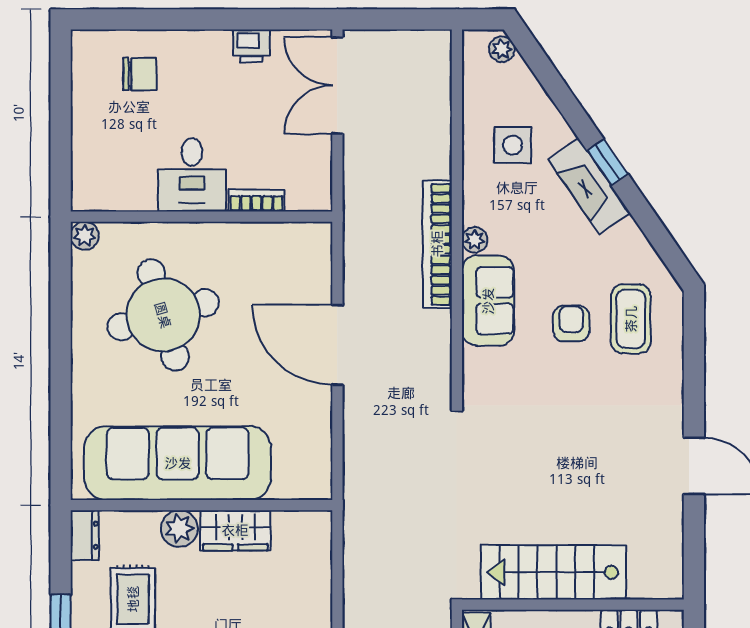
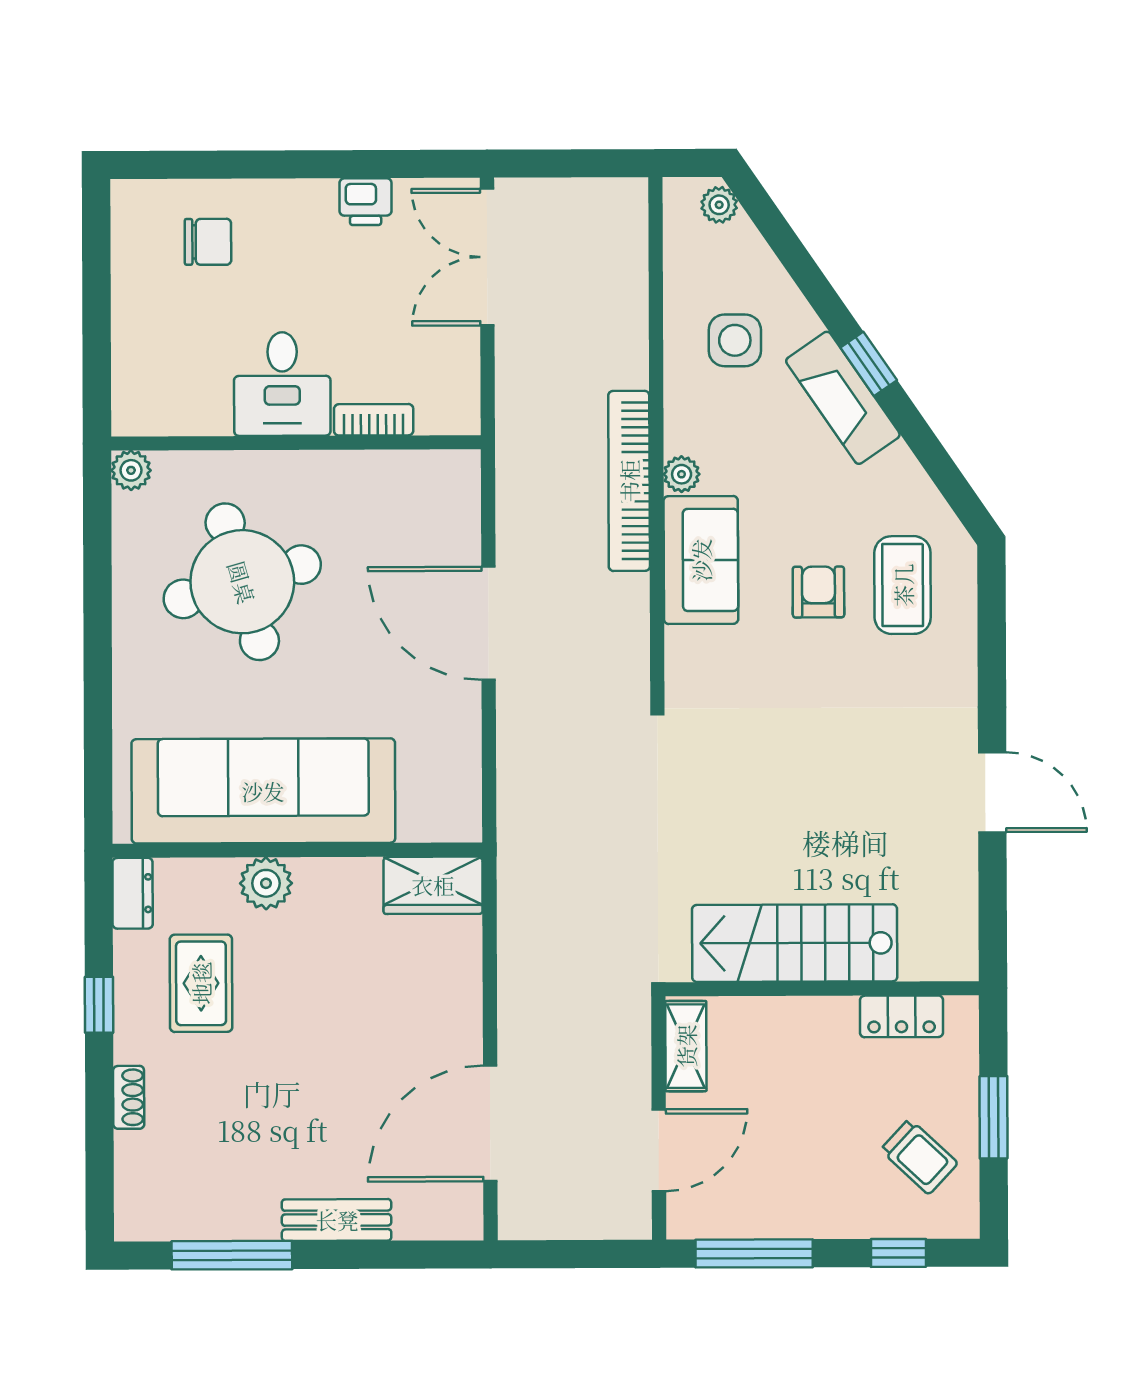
wardrobe: (235, 530) -> (433, 885), moved

